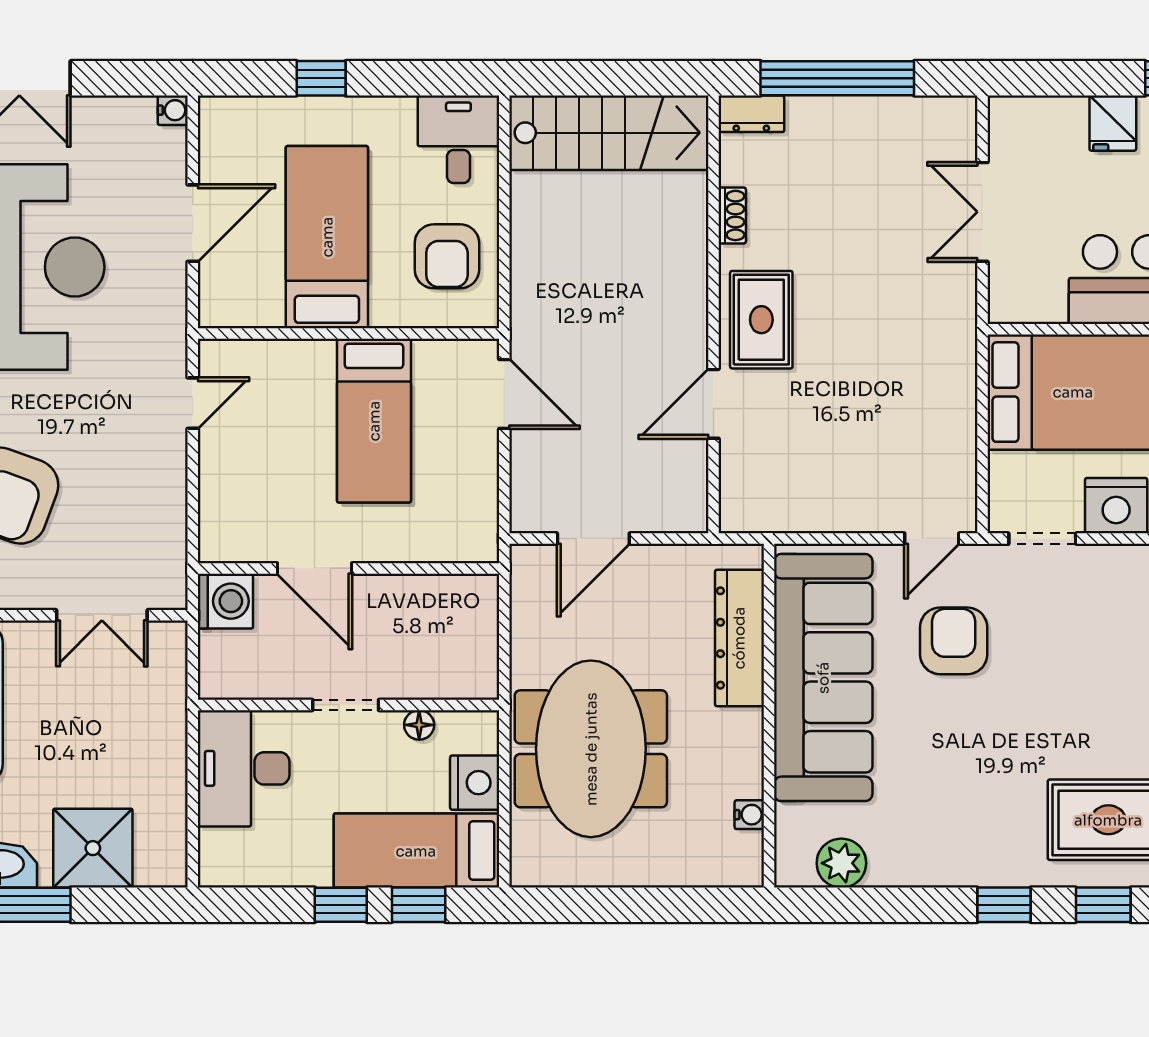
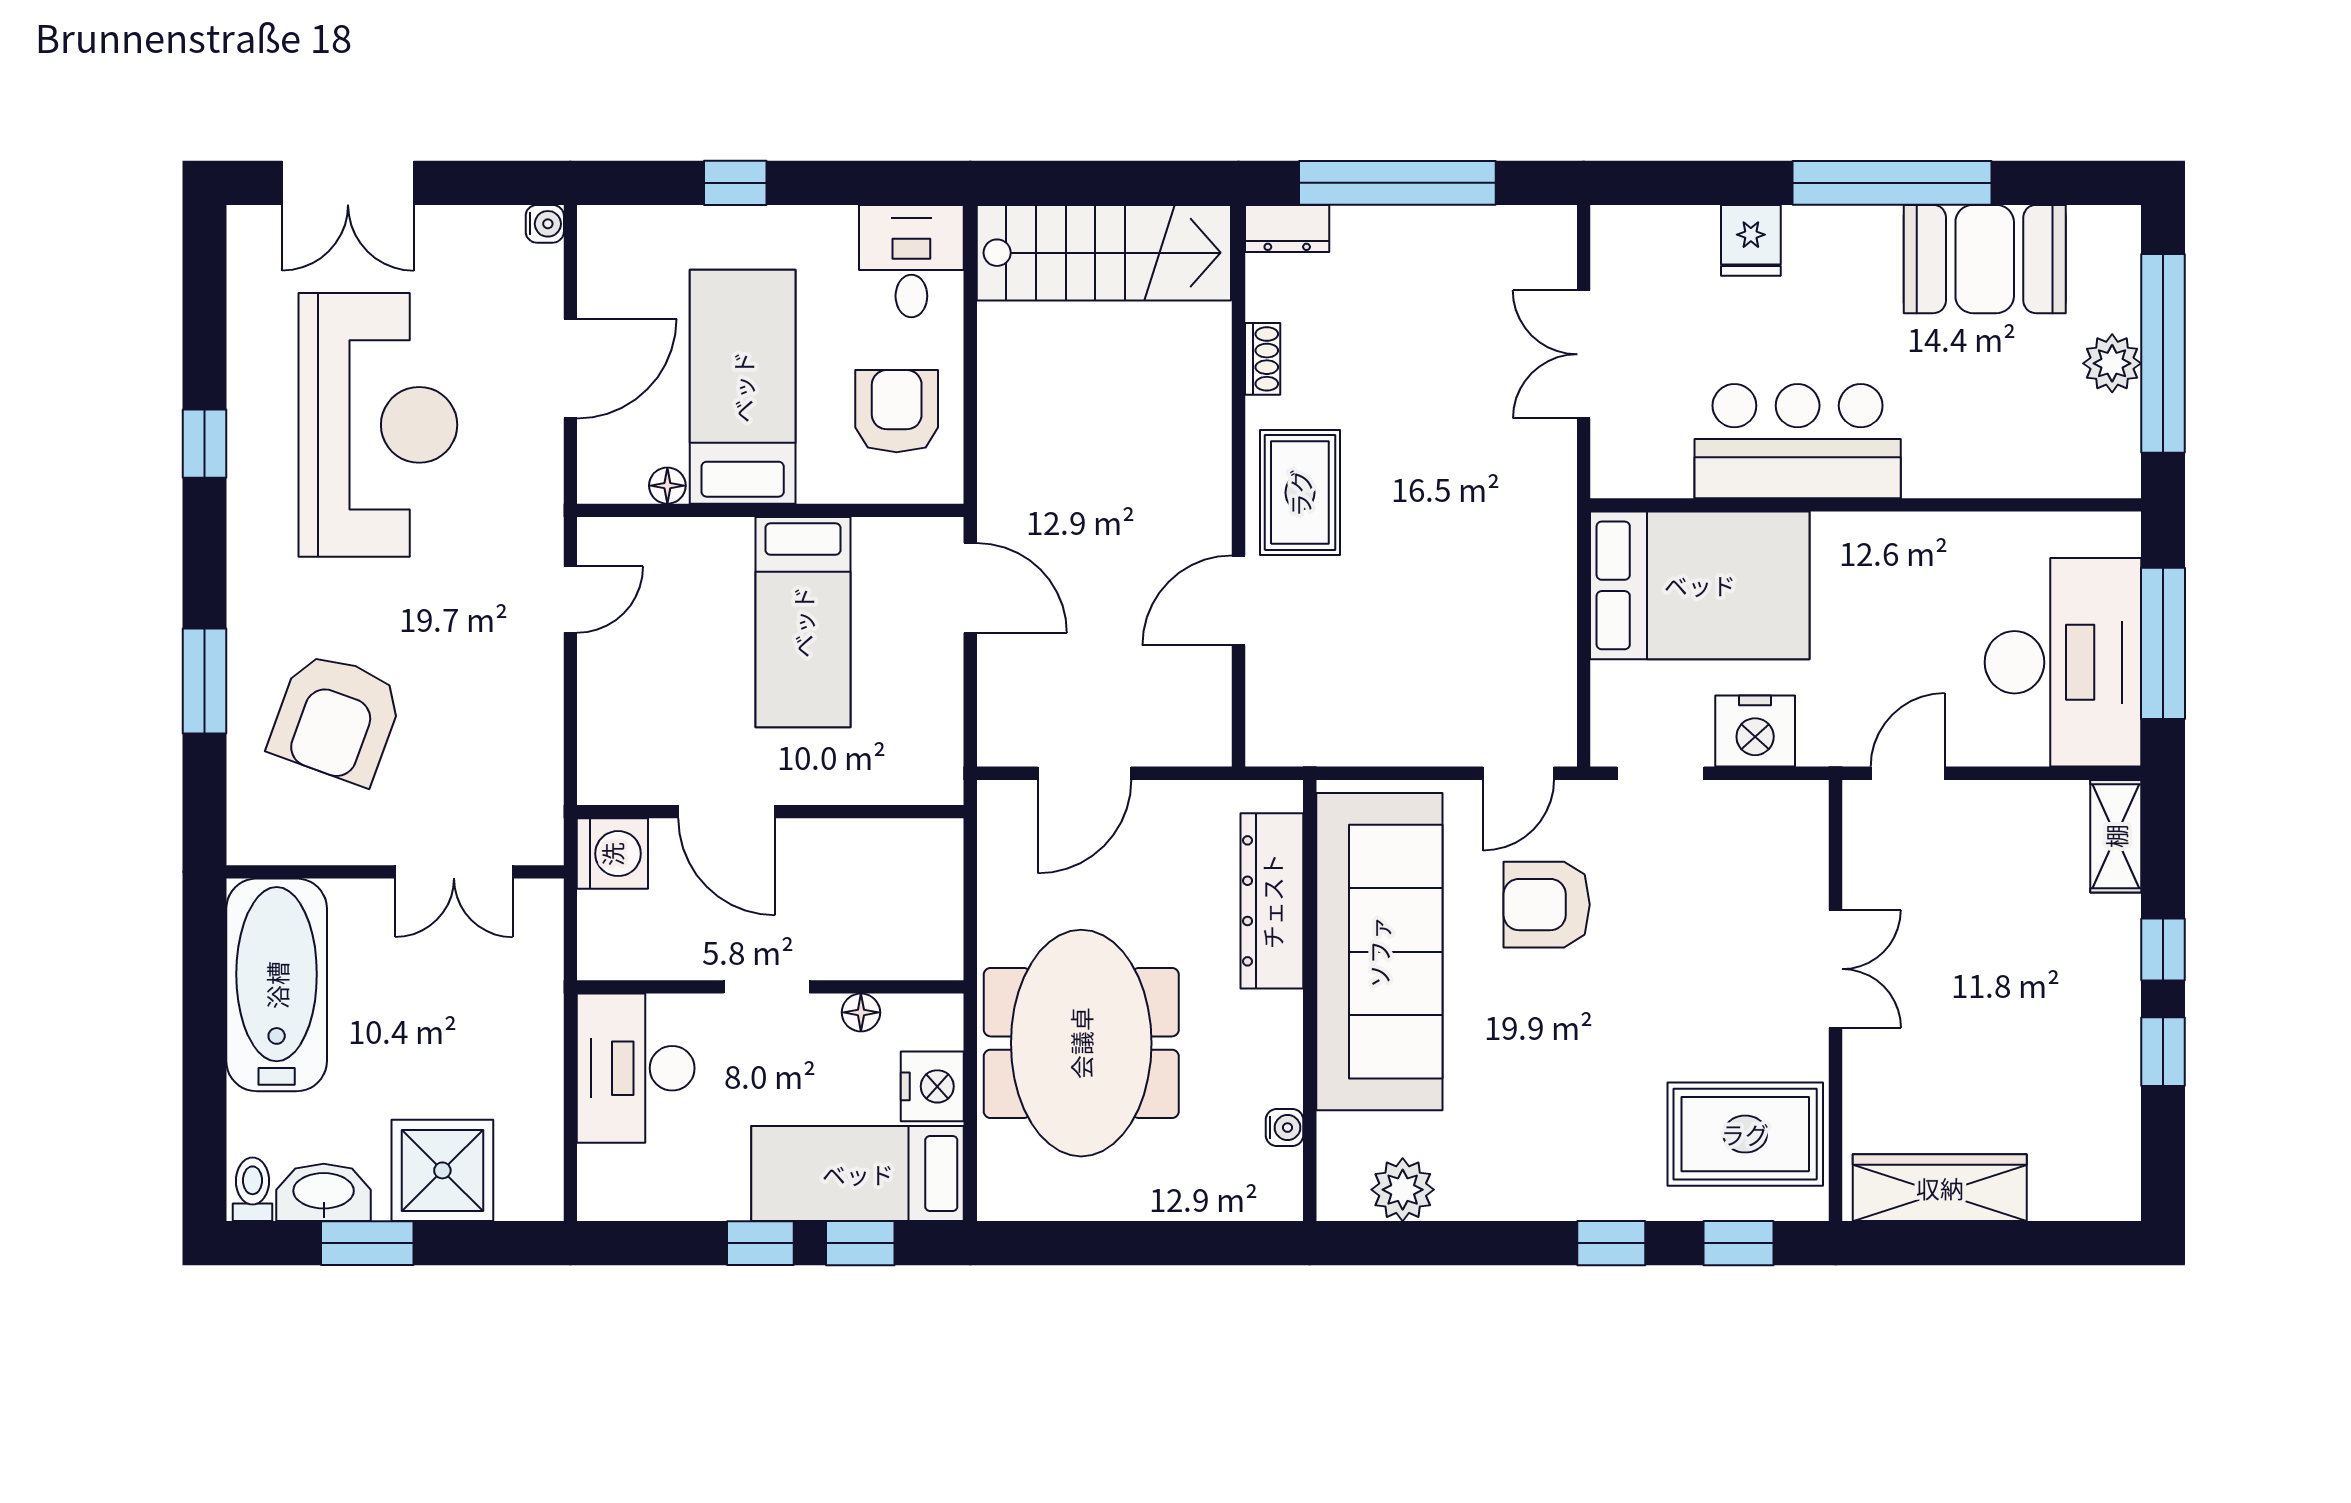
armchair: (447, 256) -> (897, 411), turned 180
floor lamp: (268, 314) -> (667, 486), added
armchair: (954, 641) -> (1547, 905), turned -90

